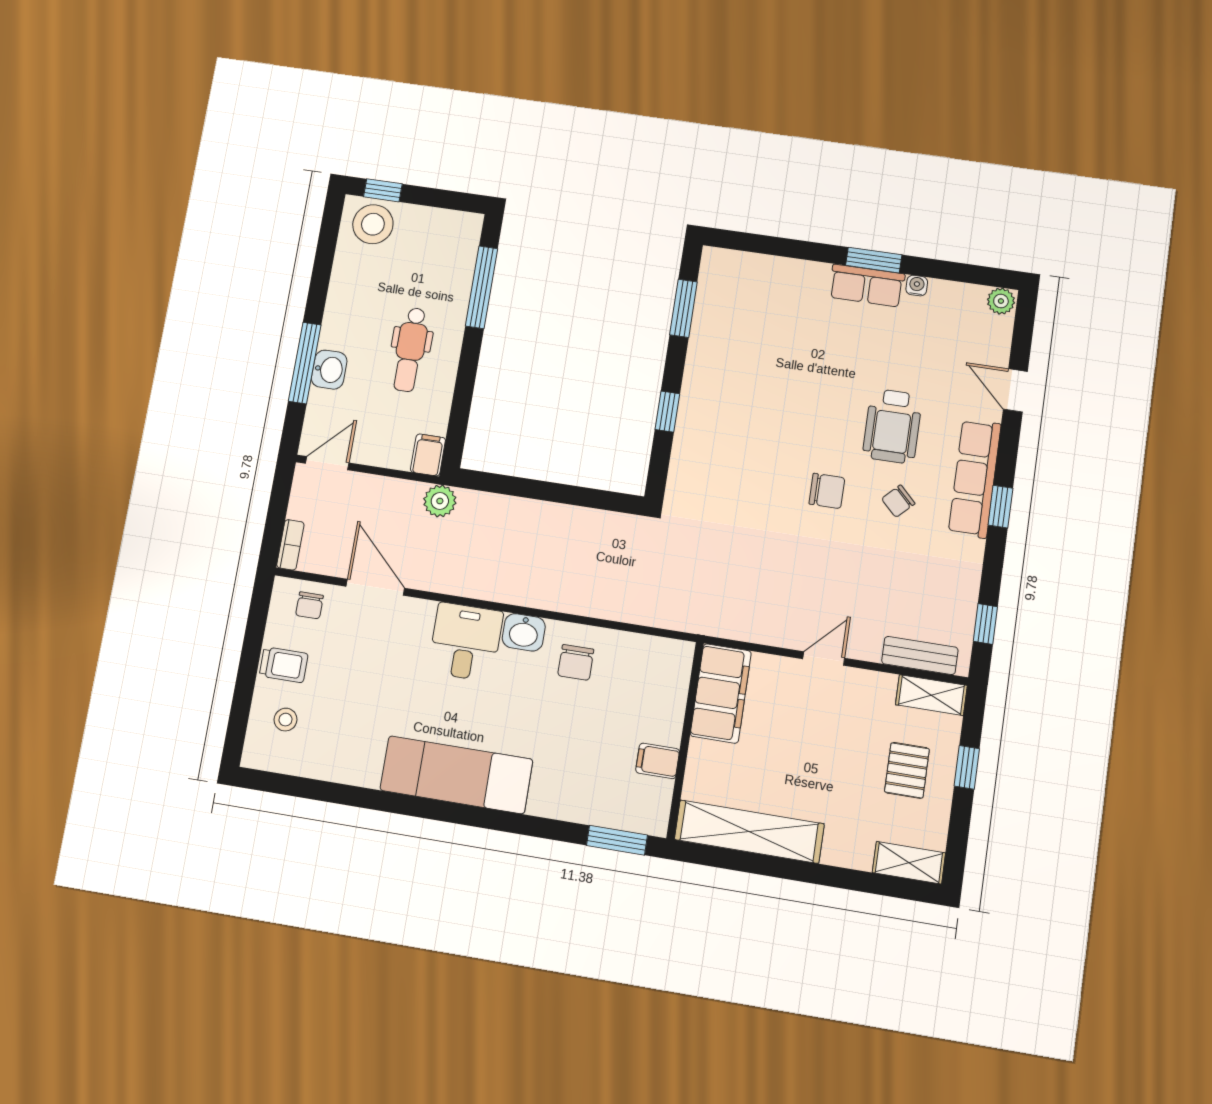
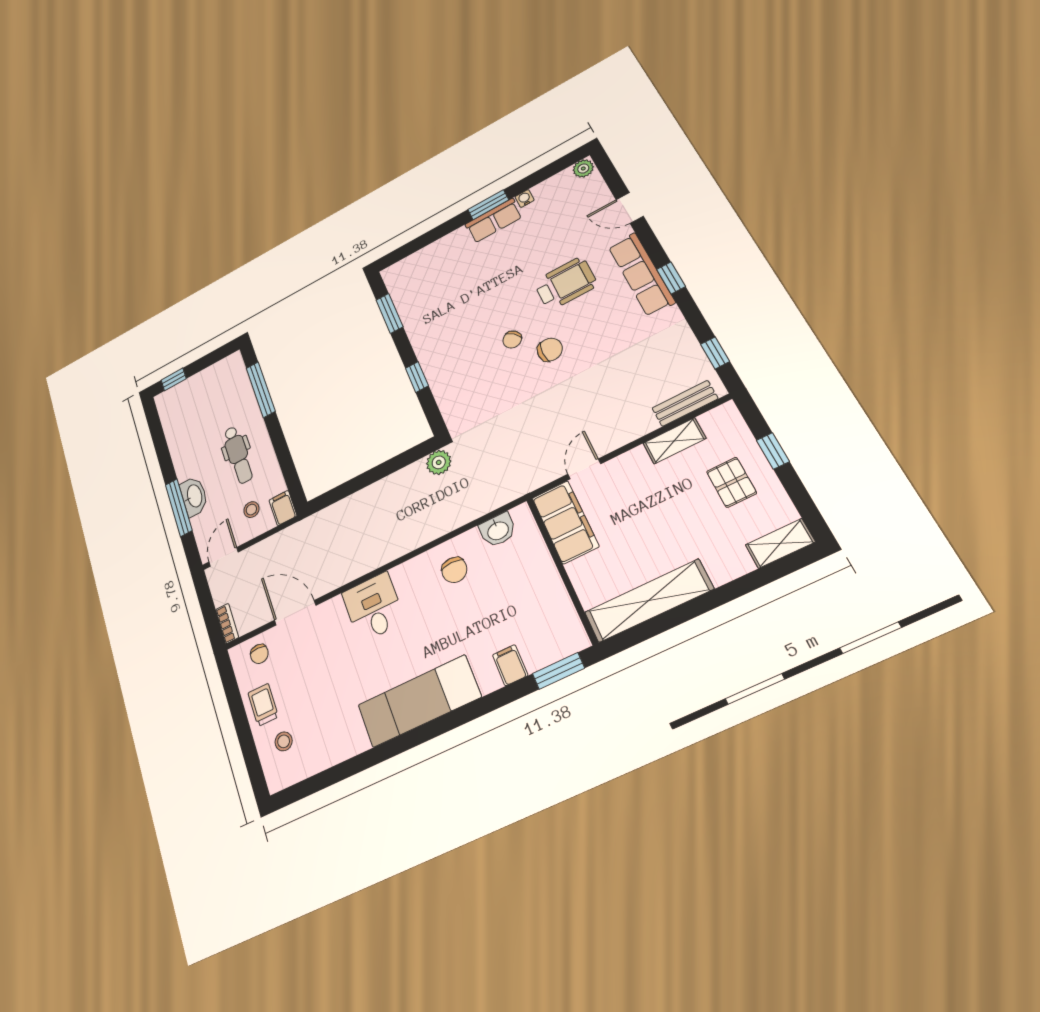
stool: (373, 224) -> (251, 510), moved, width x0.53, depth x0.53
washbasin: (329, 370) -> (194, 496), width x1.38
wheelchair: (892, 426) -> (565, 284), turned -90
plant: (440, 501) -> (439, 462), moved
chair: (898, 501) -> (512, 340), moved
washbasin: (524, 632) -> (498, 530), moved
door: (824, 658) -> (584, 469), moved
trolley: (284, 665) -> (263, 705), turned -90
shelving: (931, 695) -> (674, 441), moved
filing cabinet: (658, 761) -> (510, 665), moved, turned 90

